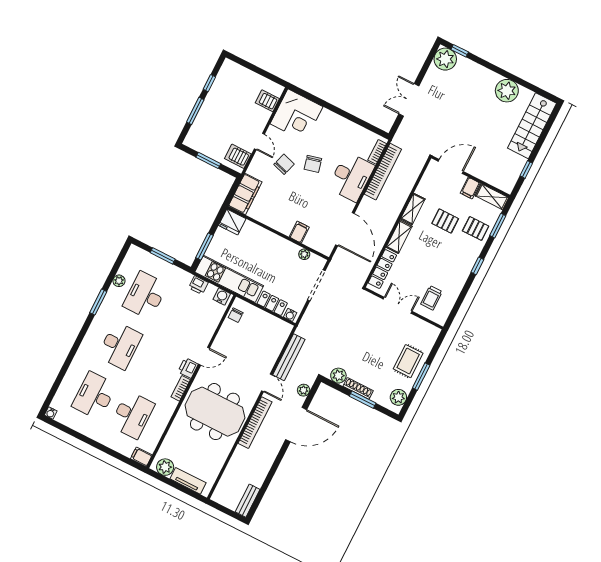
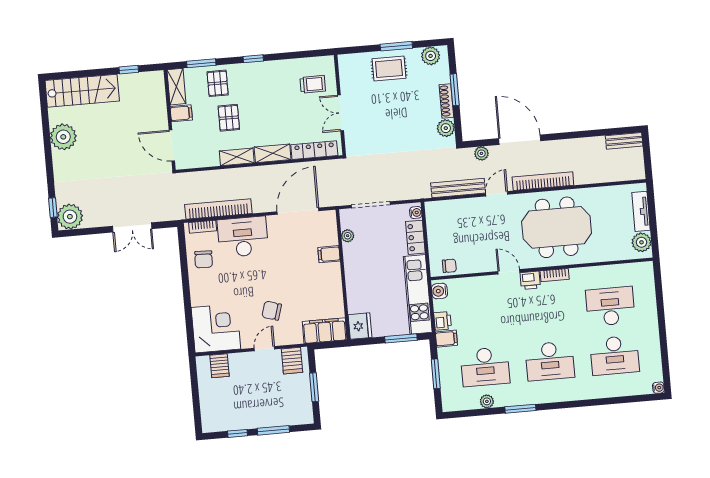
chair: (313, 164) -> (204, 259), moved, turned 106
desk: (120, 345) -> (550, 361), turned 180
meeting table: (215, 412) -> (557, 227), turned 90
filing cabinet: (141, 457) -> (446, 339), moved, turned -90

